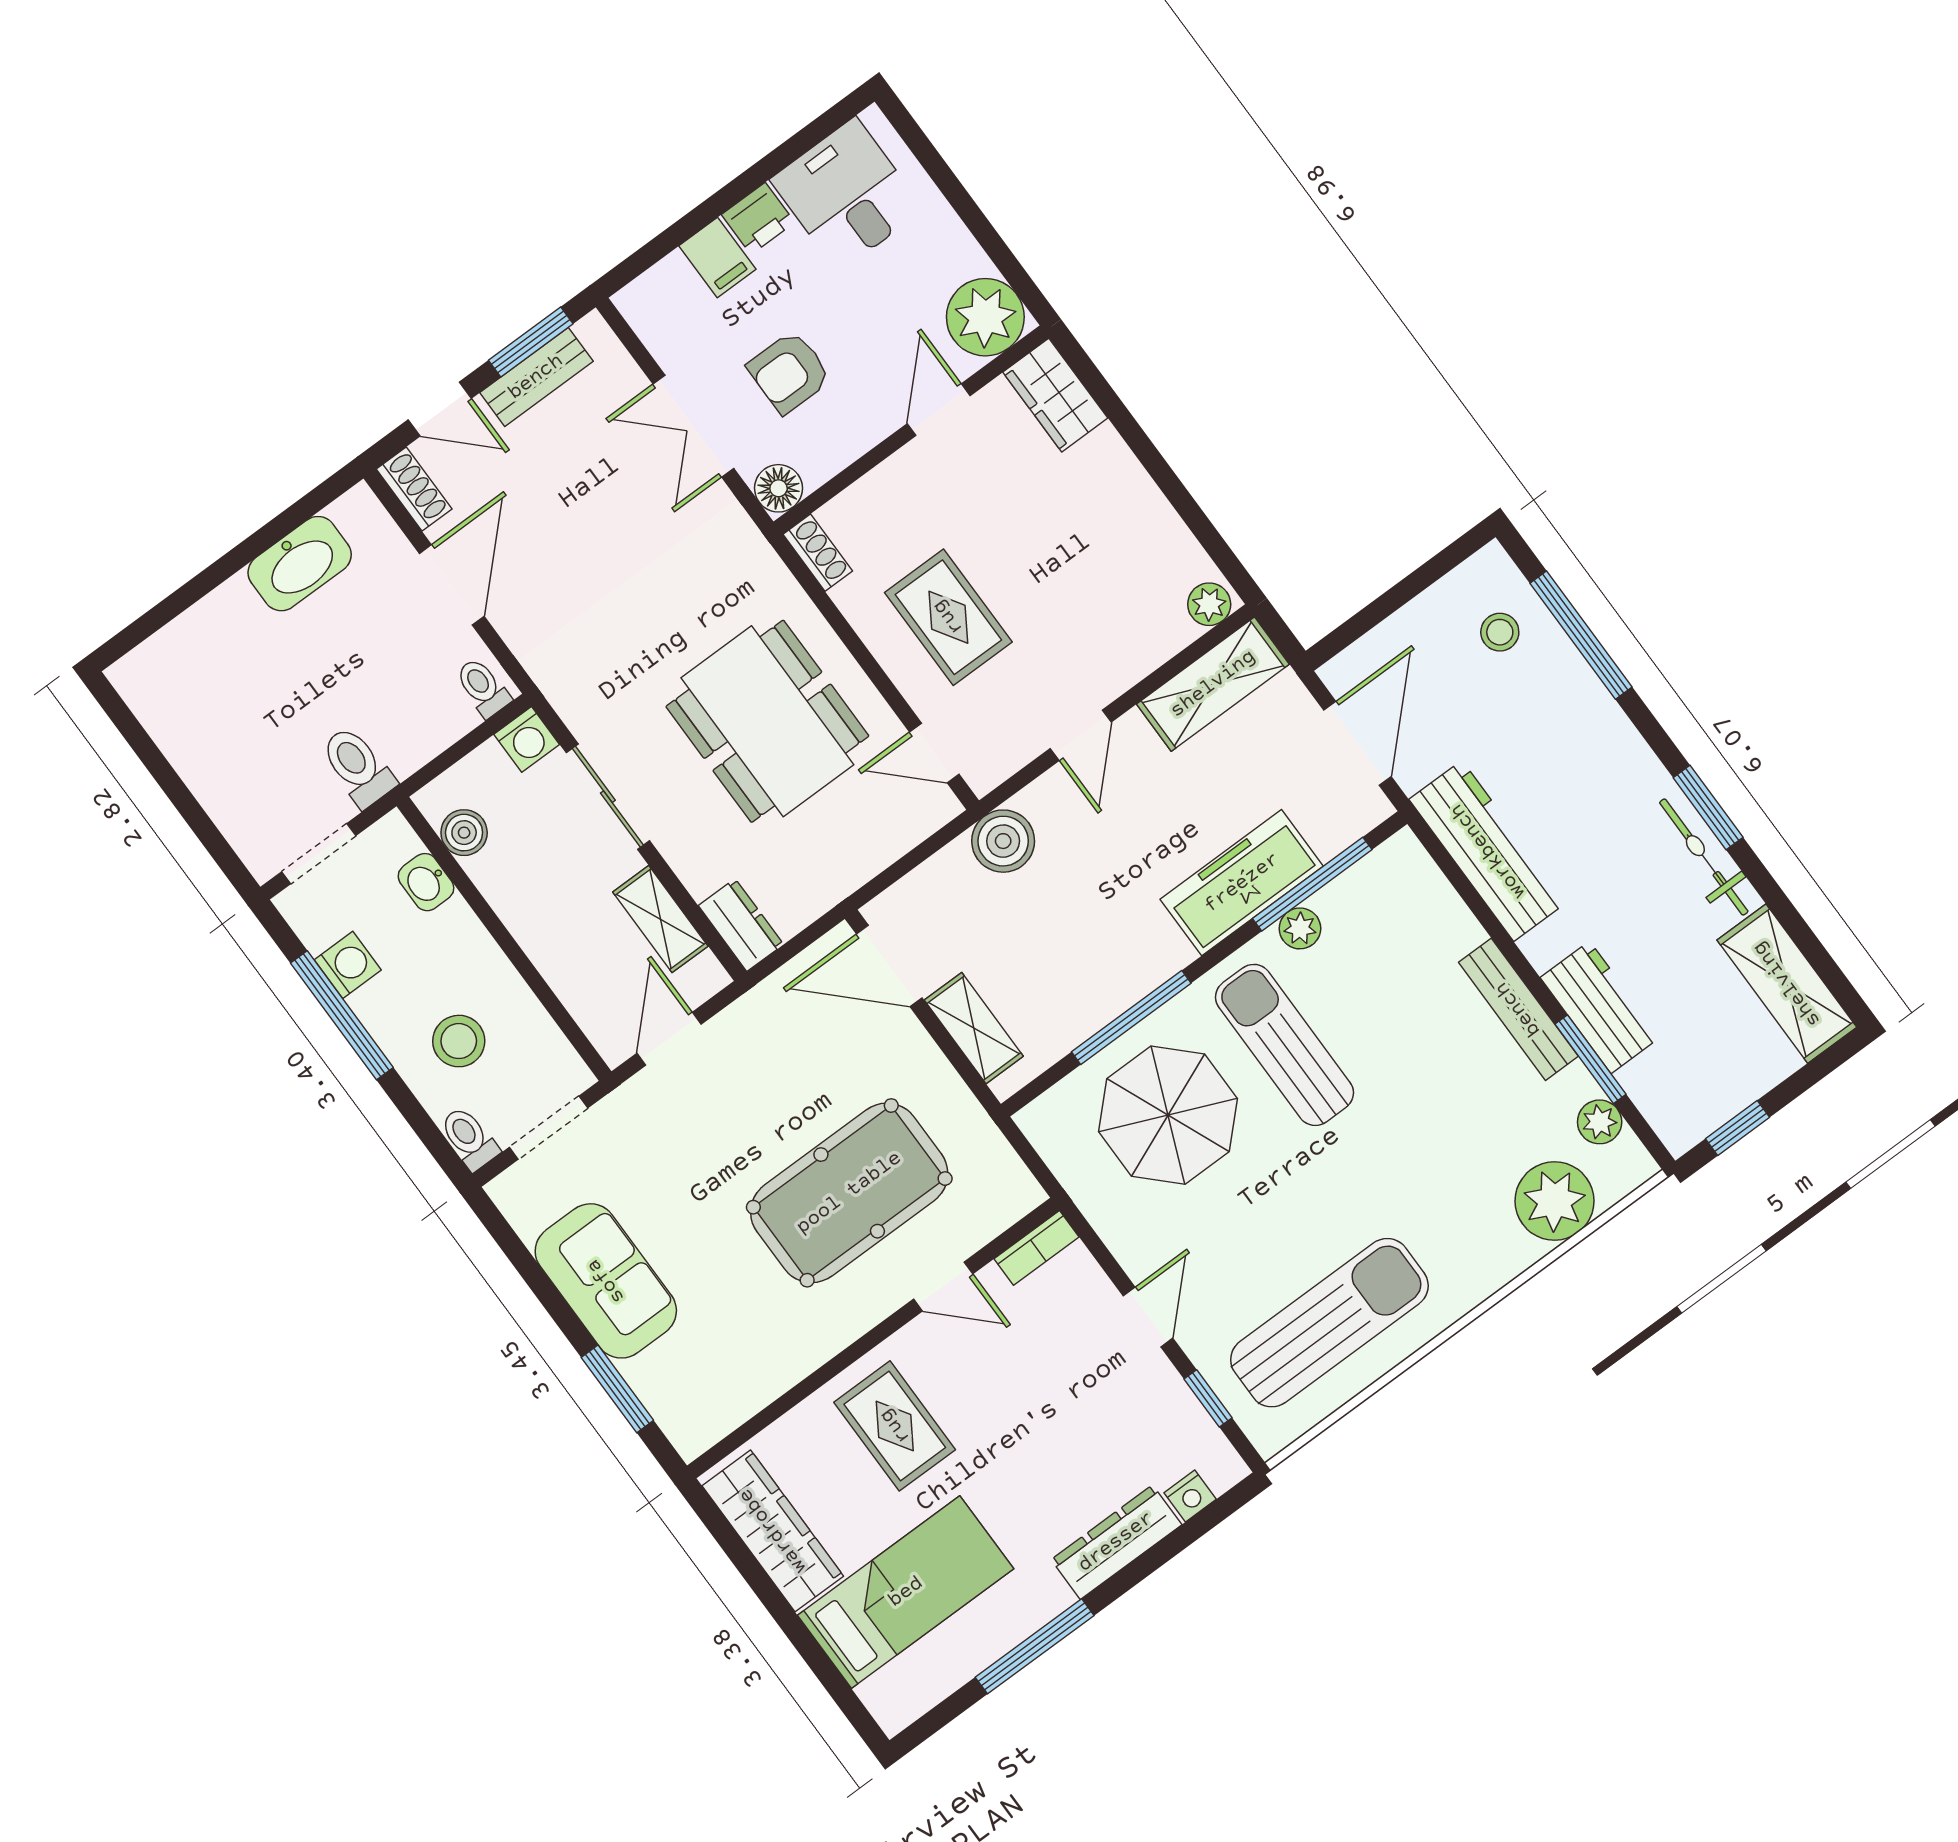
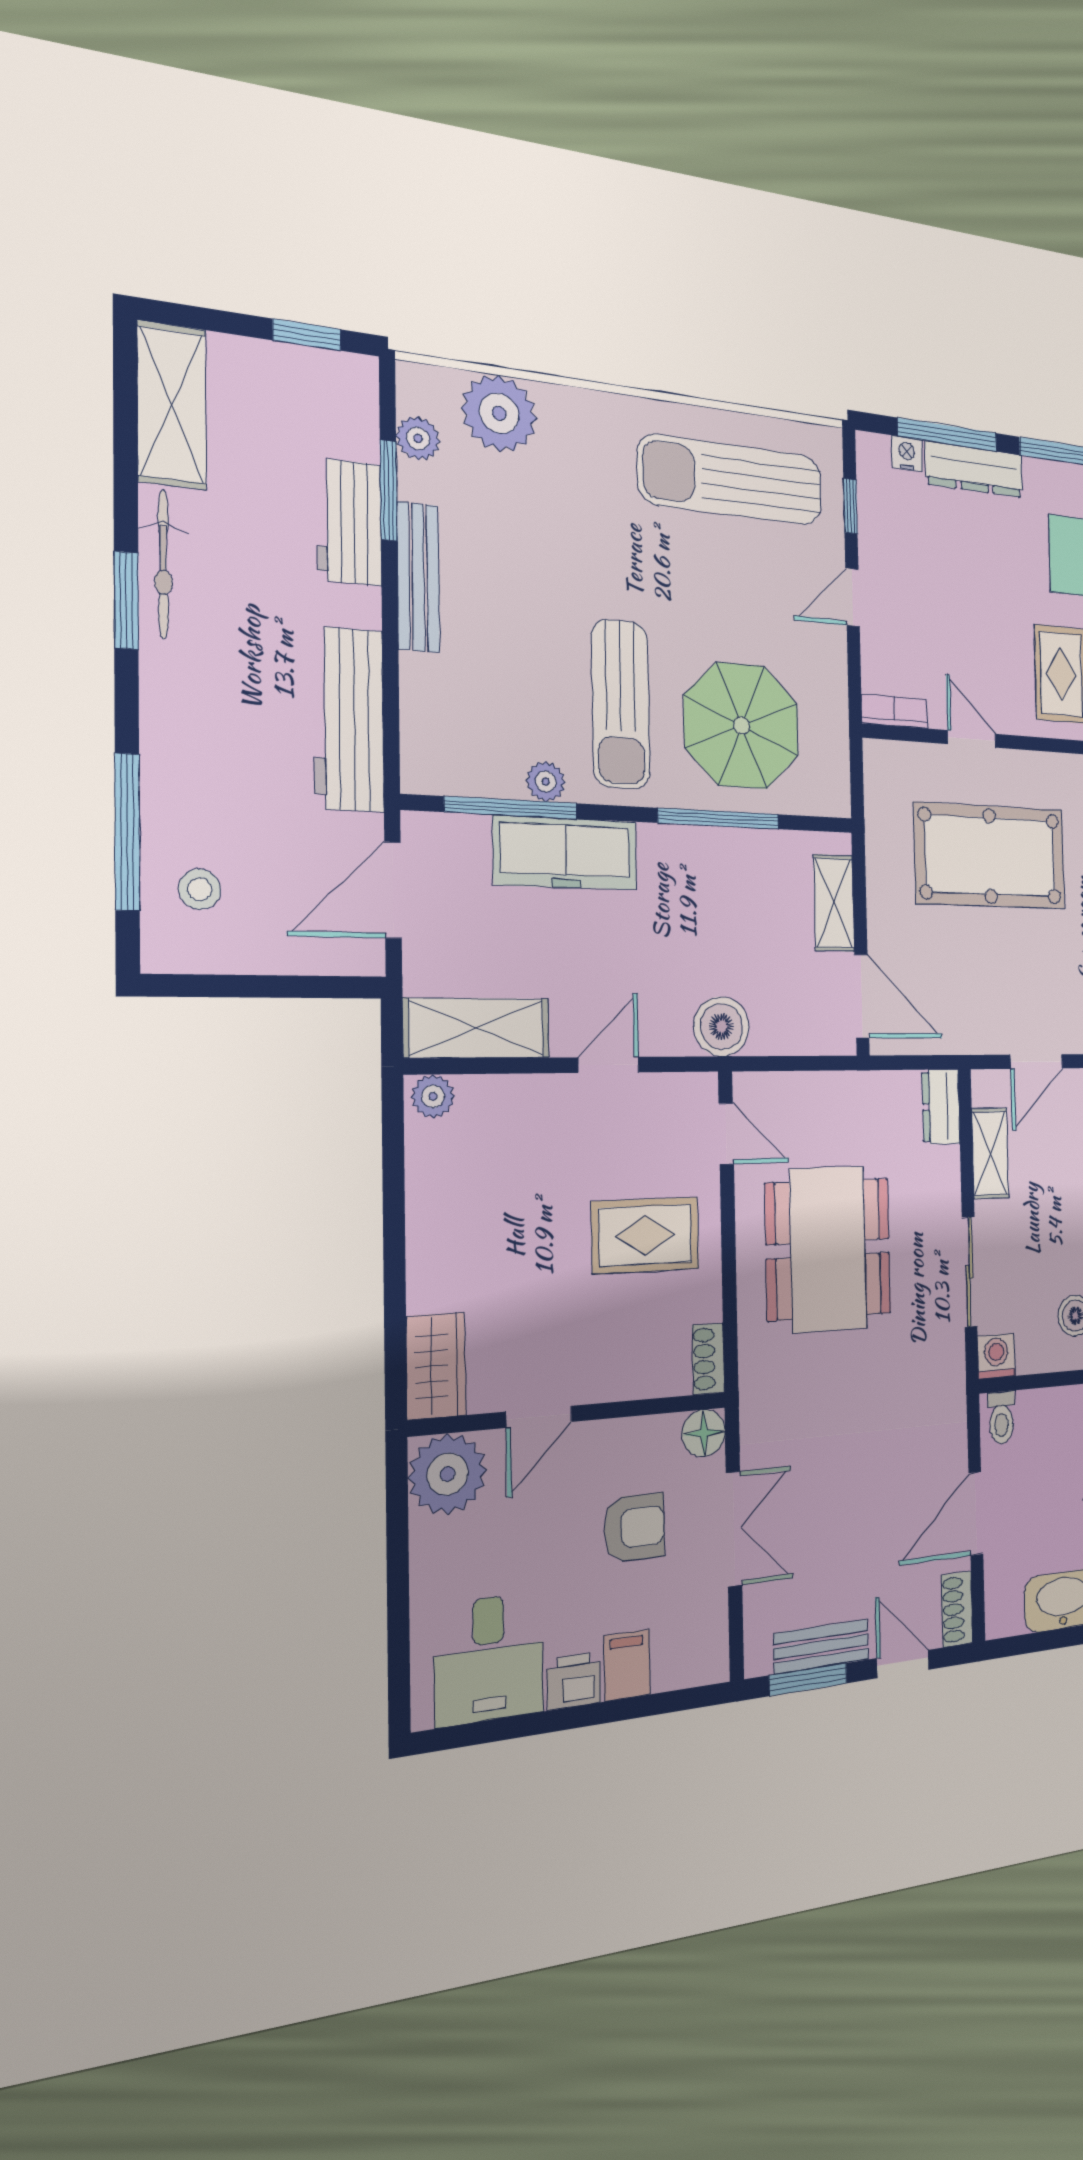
rug: (948, 617) -> (645, 1235), turned 90
window: (1165, 1550) -> (947, 435), added

